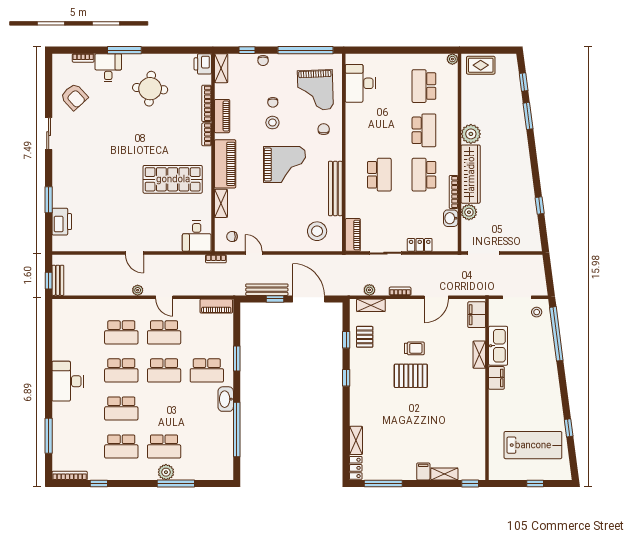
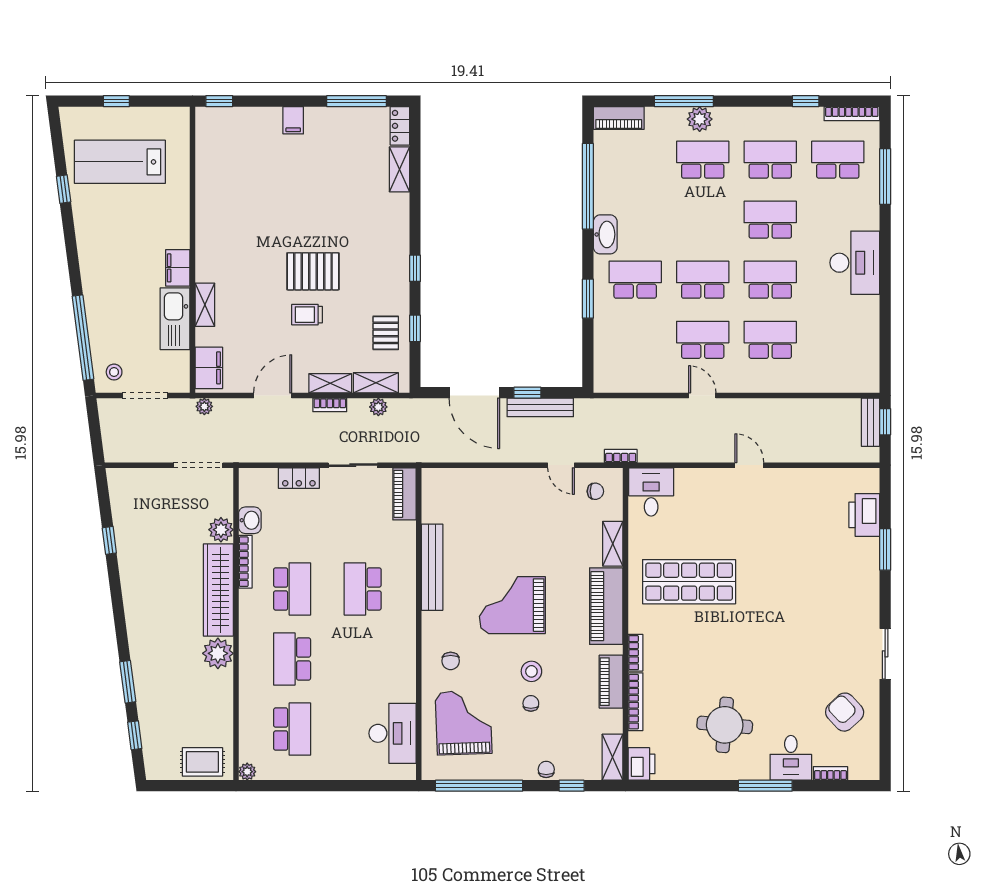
stool: (317, 231) -> (461, 500), removed
plant: (138, 290) -> (204, 406), moved
piano: (216, 306) -> (619, 118), moved, turned 180
school desk: (79, 446) -> (838, 160), added
shelving: (444, 474) -> (330, 383), moved

